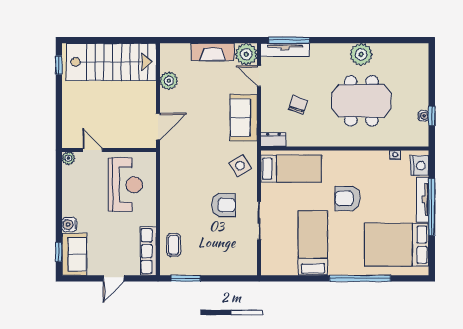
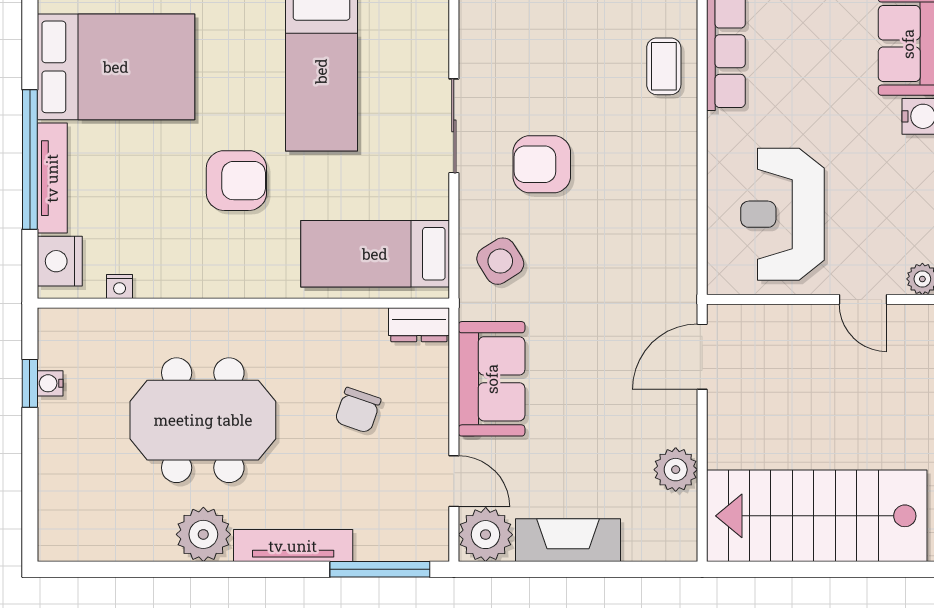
tv unit: (285, 50) -> (293, 546), moved

